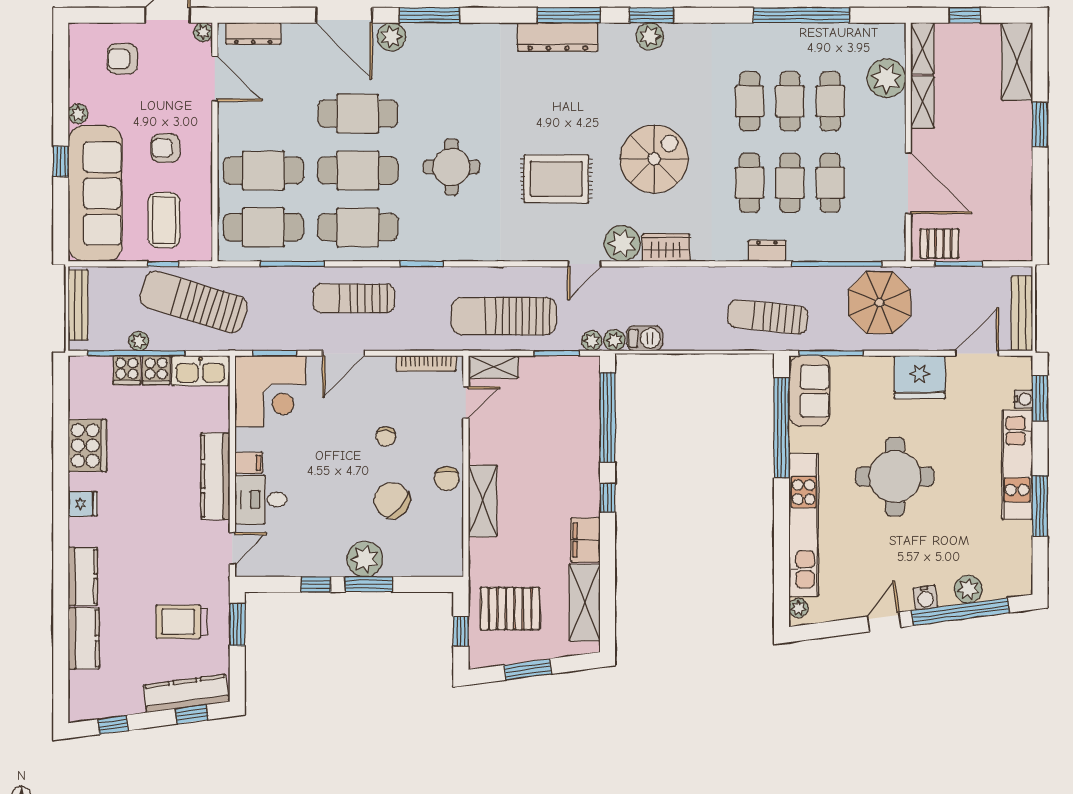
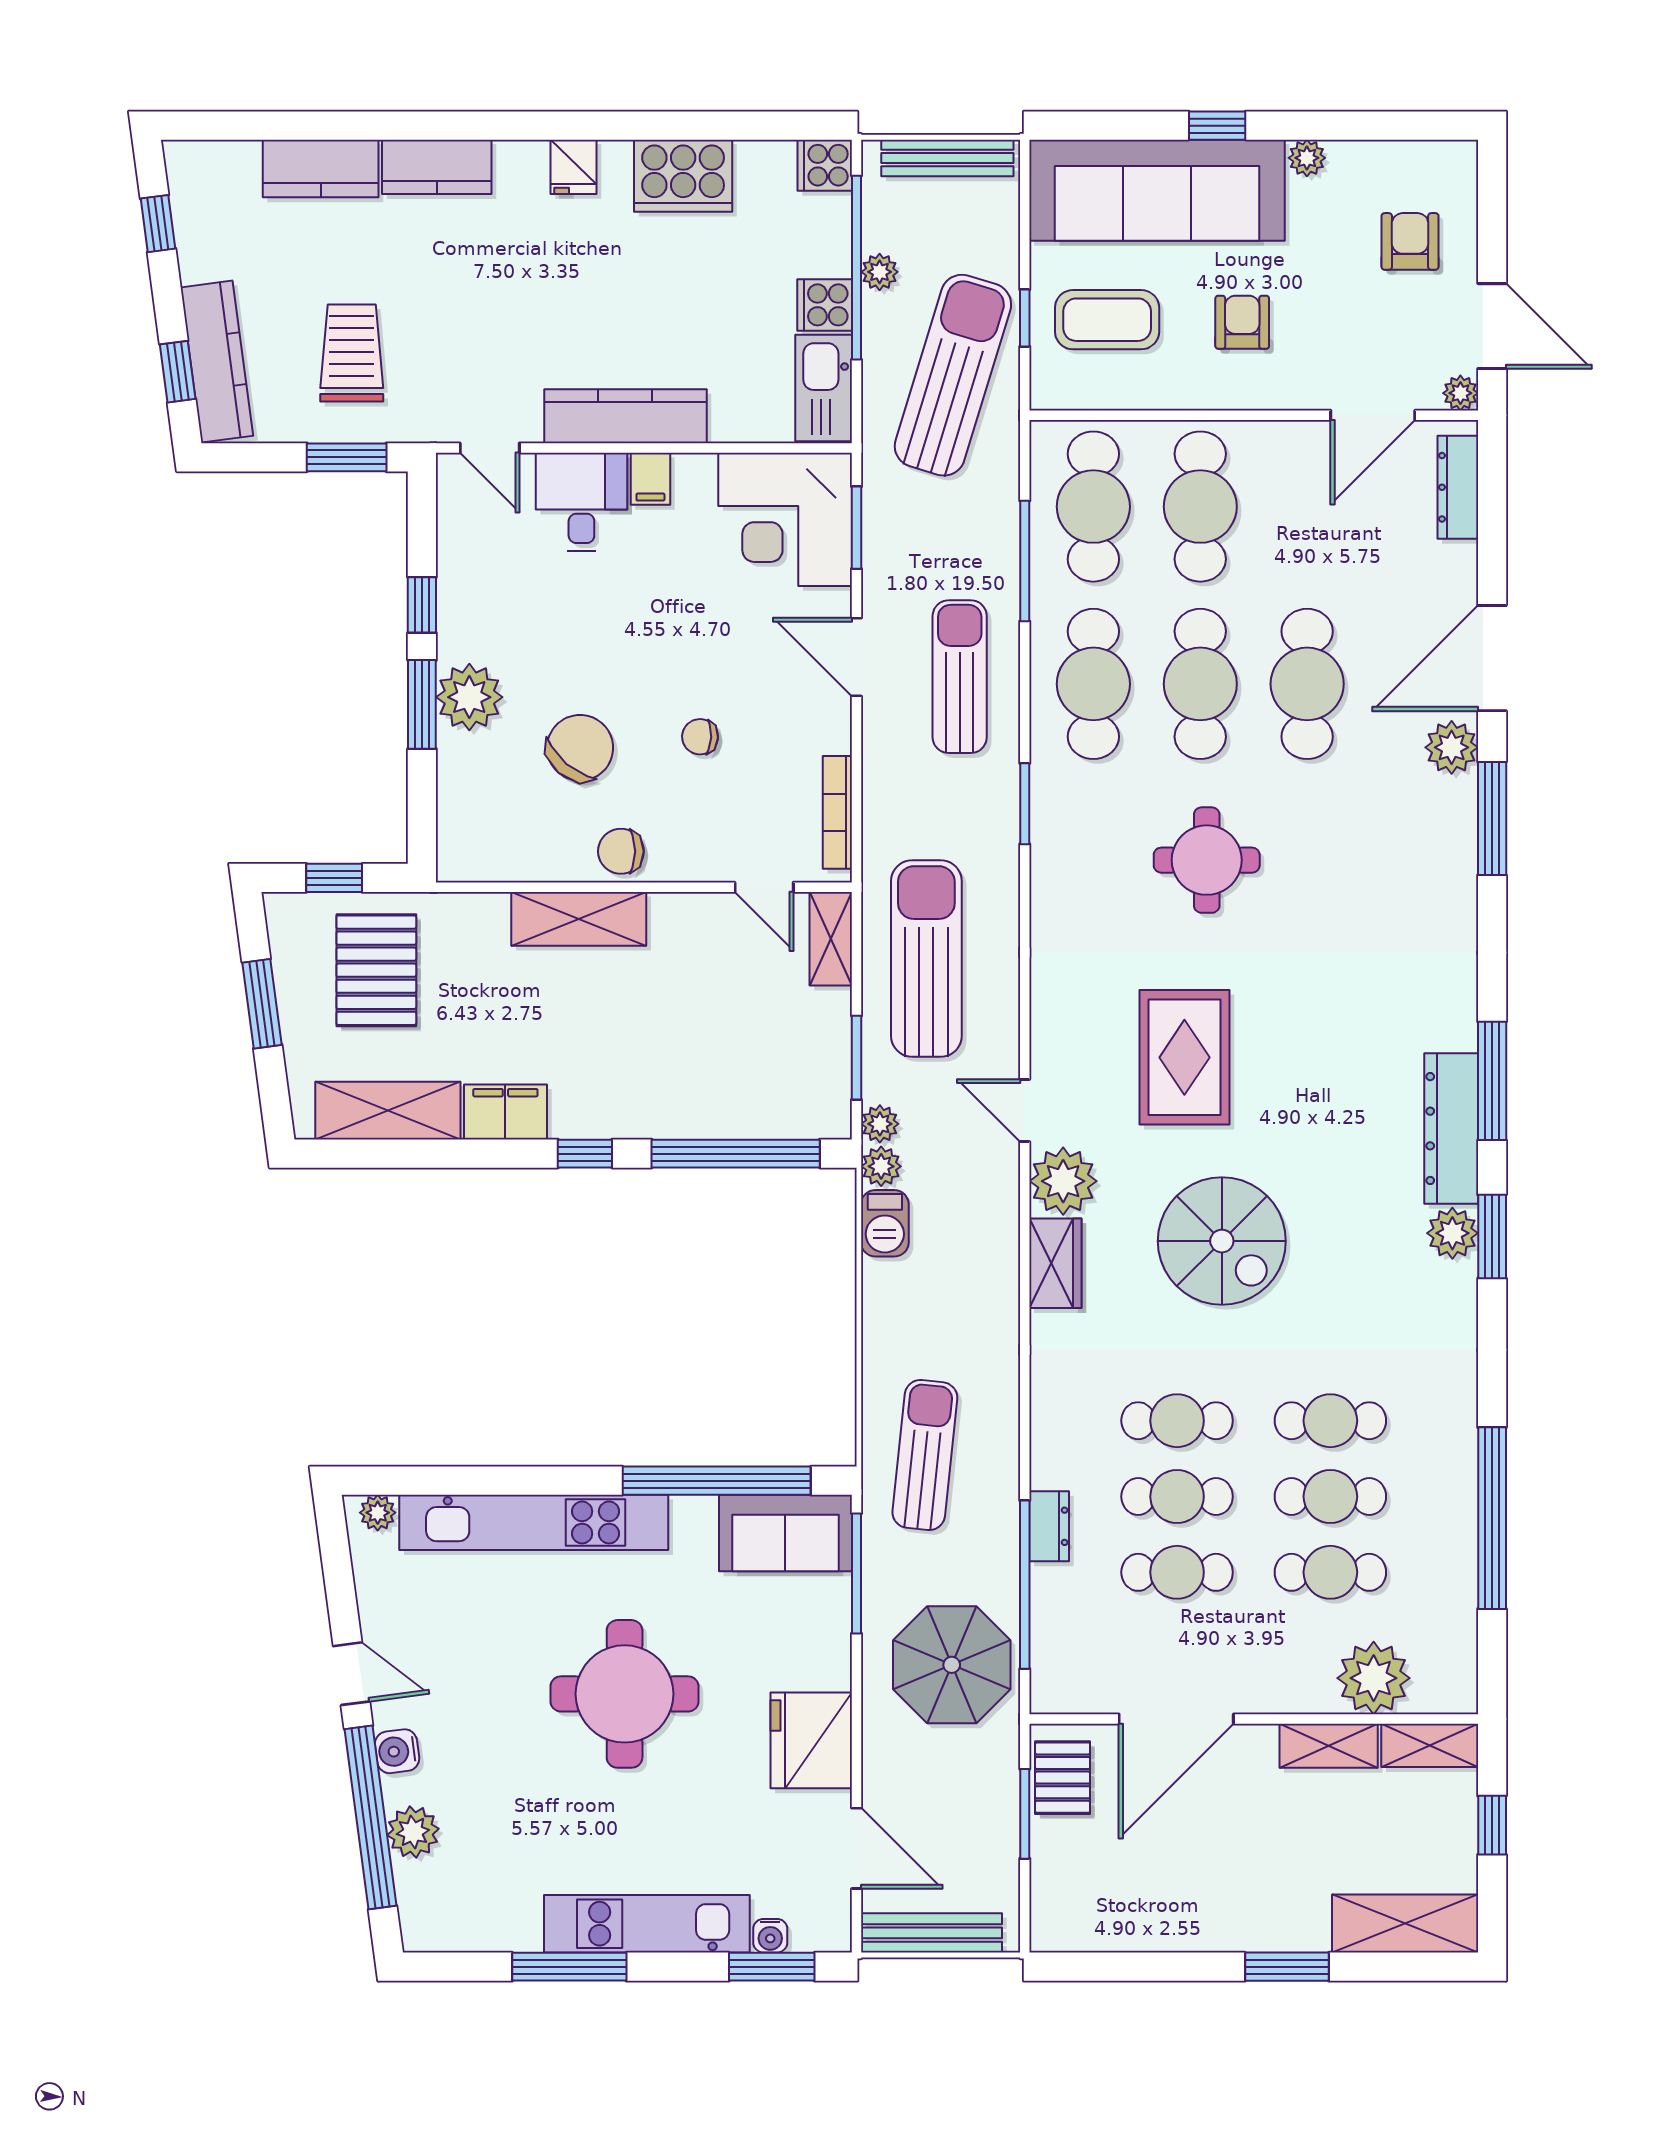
dresser: (558, 37) -> (1451, 1129), moved
dresser: (767, 251) -> (1049, 1526), moved
cooker: (127, 370) -> (825, 165), moved

